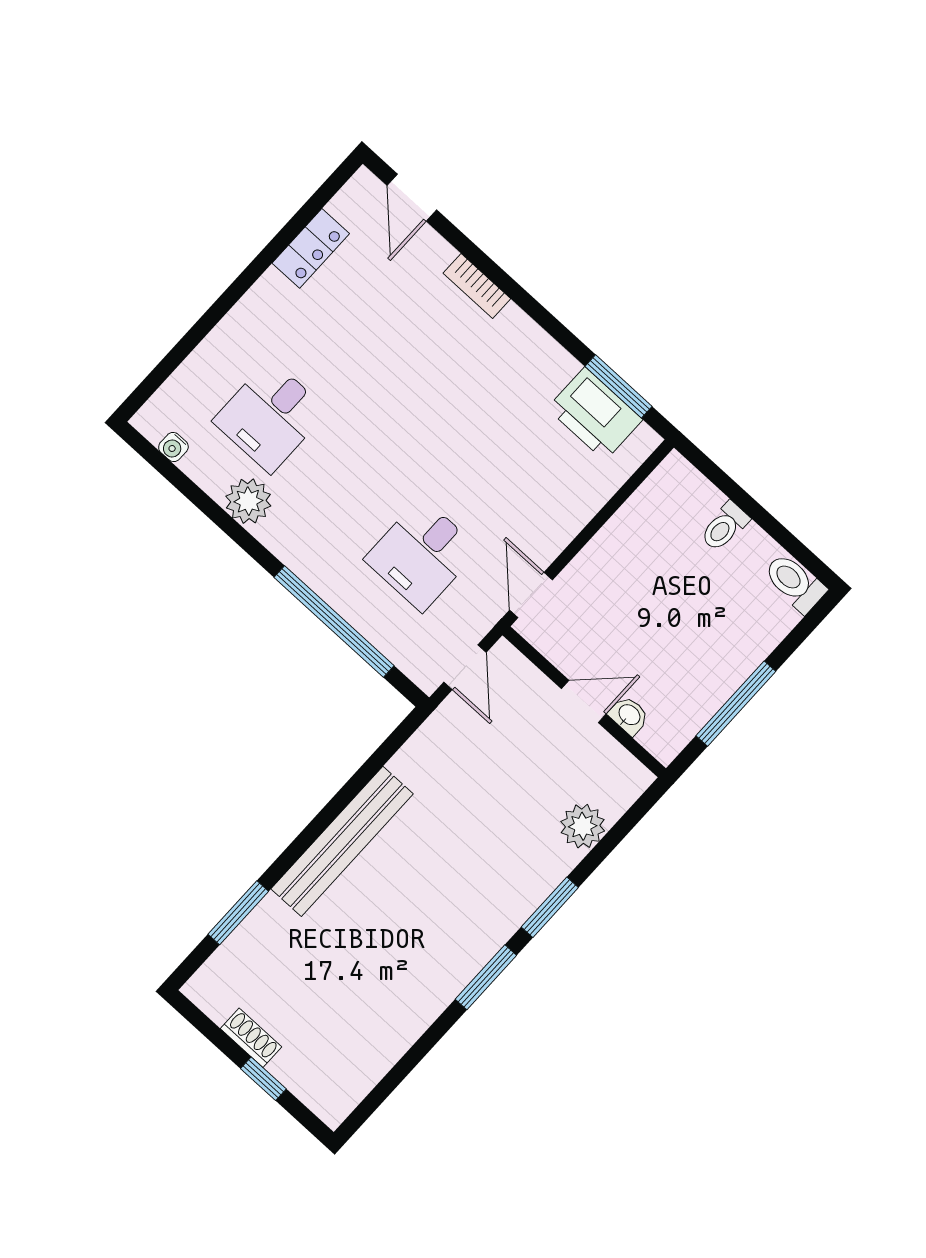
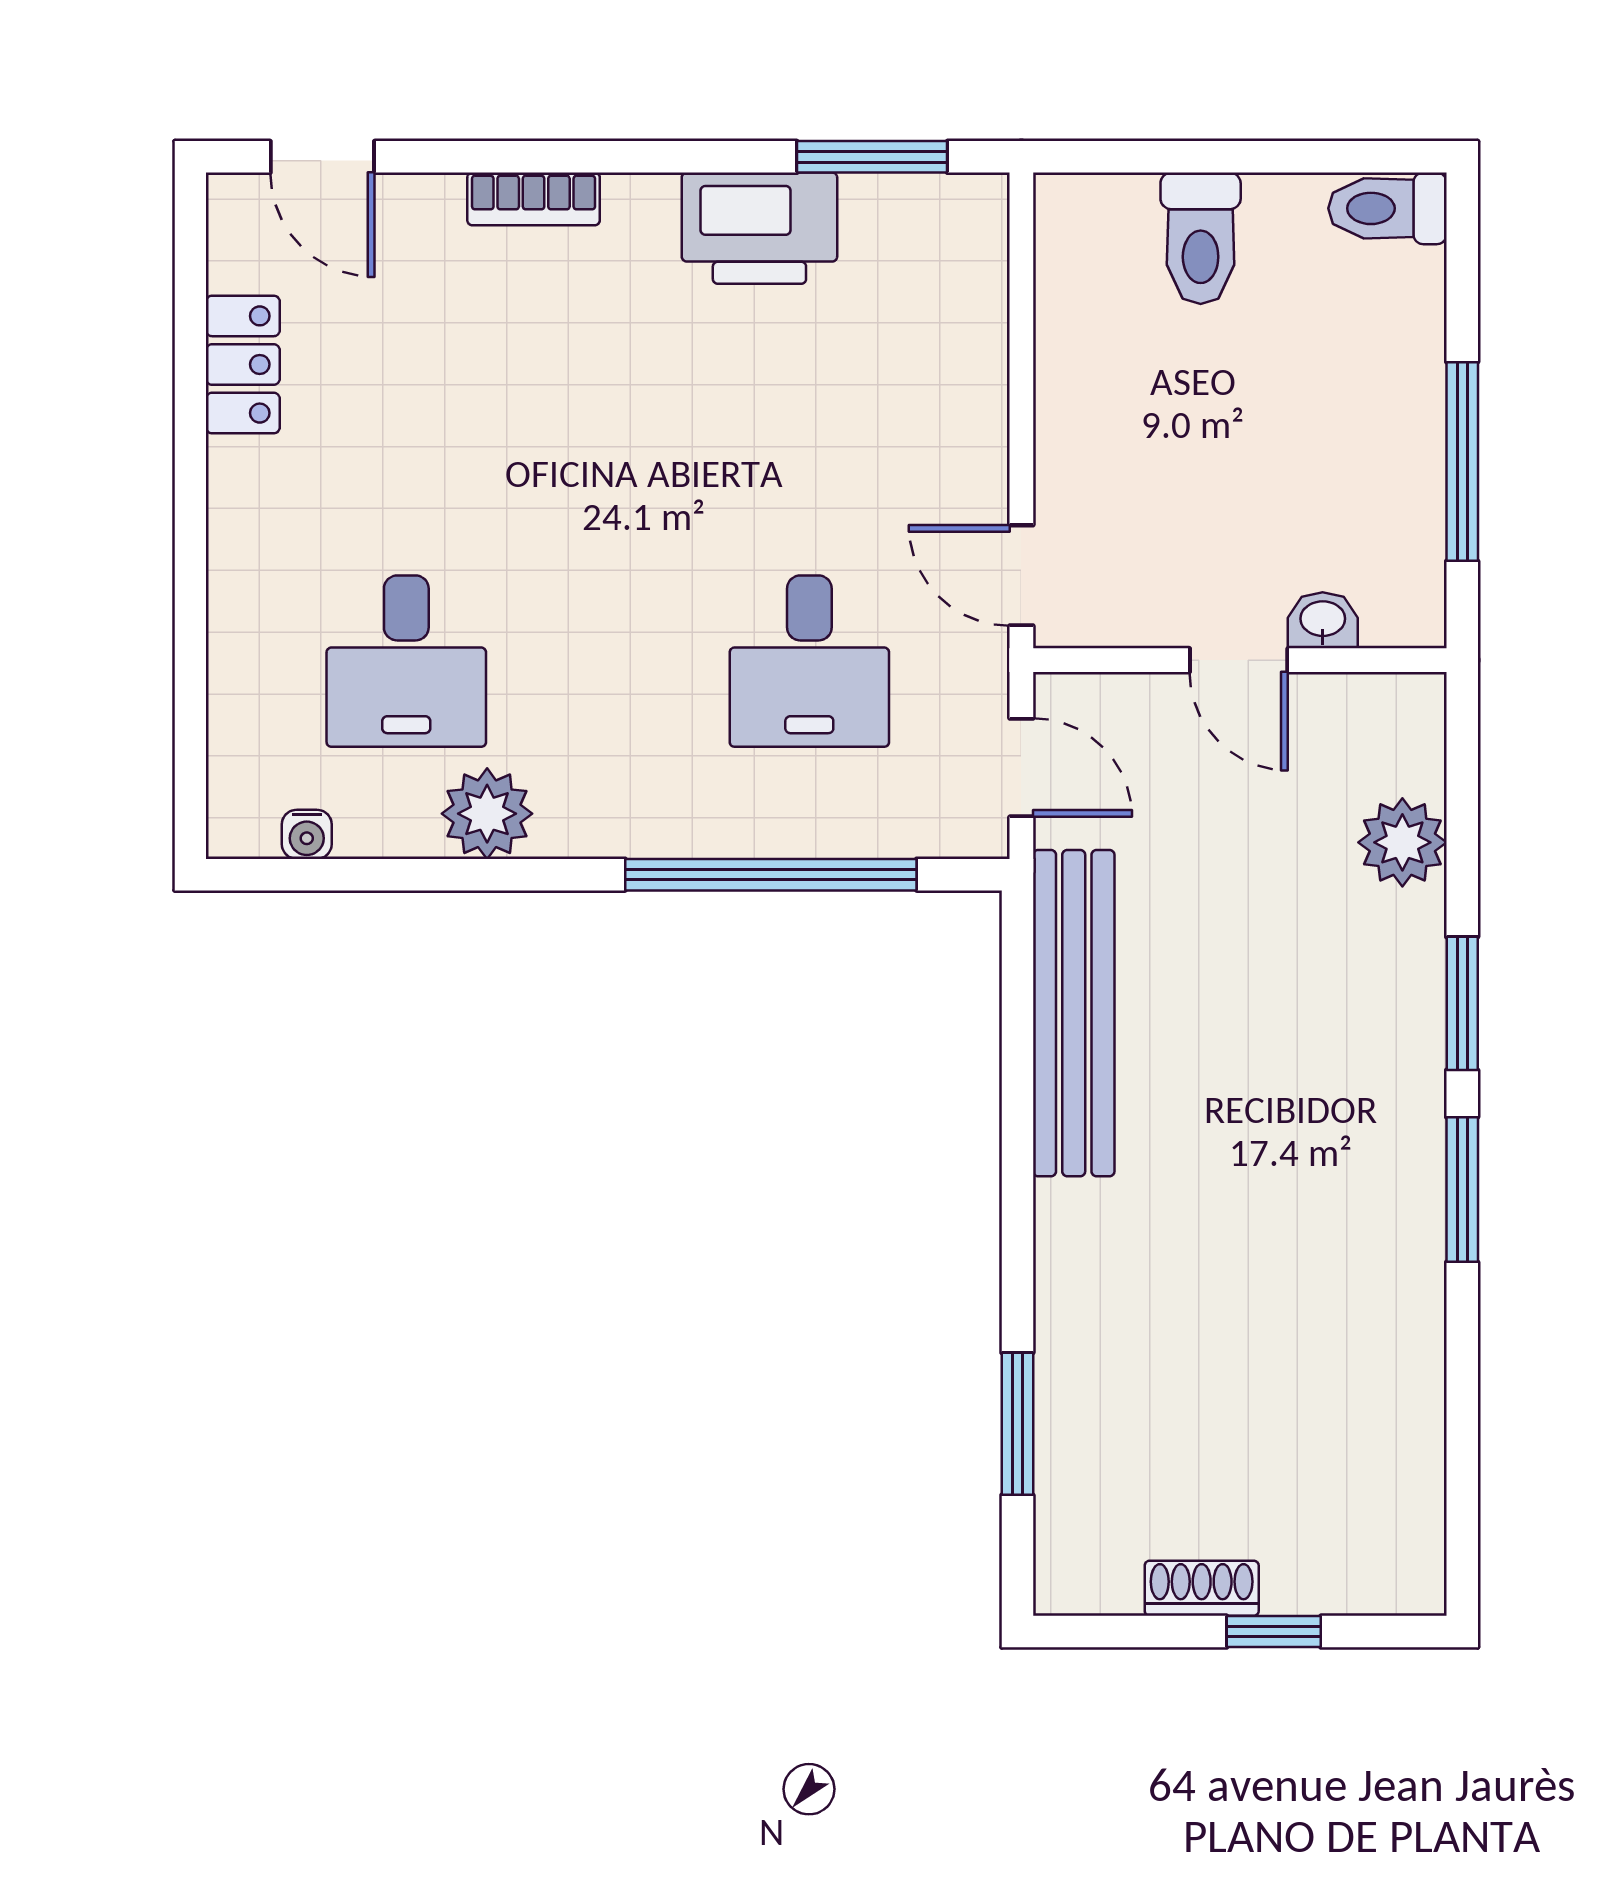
printer: (595, 414) -> (759, 228), moved
toilet: (724, 527) -> (1201, 238), width x1.37, depth x1.39
door: (584, 701) -> (1239, 660), swing flipped
bench: (342, 841) -> (1074, 1013), moved

